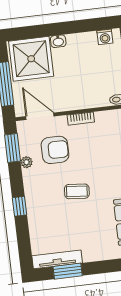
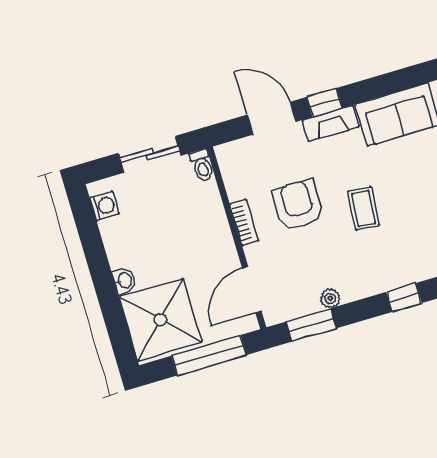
armchair: (55, 150) -> (298, 205), moved

